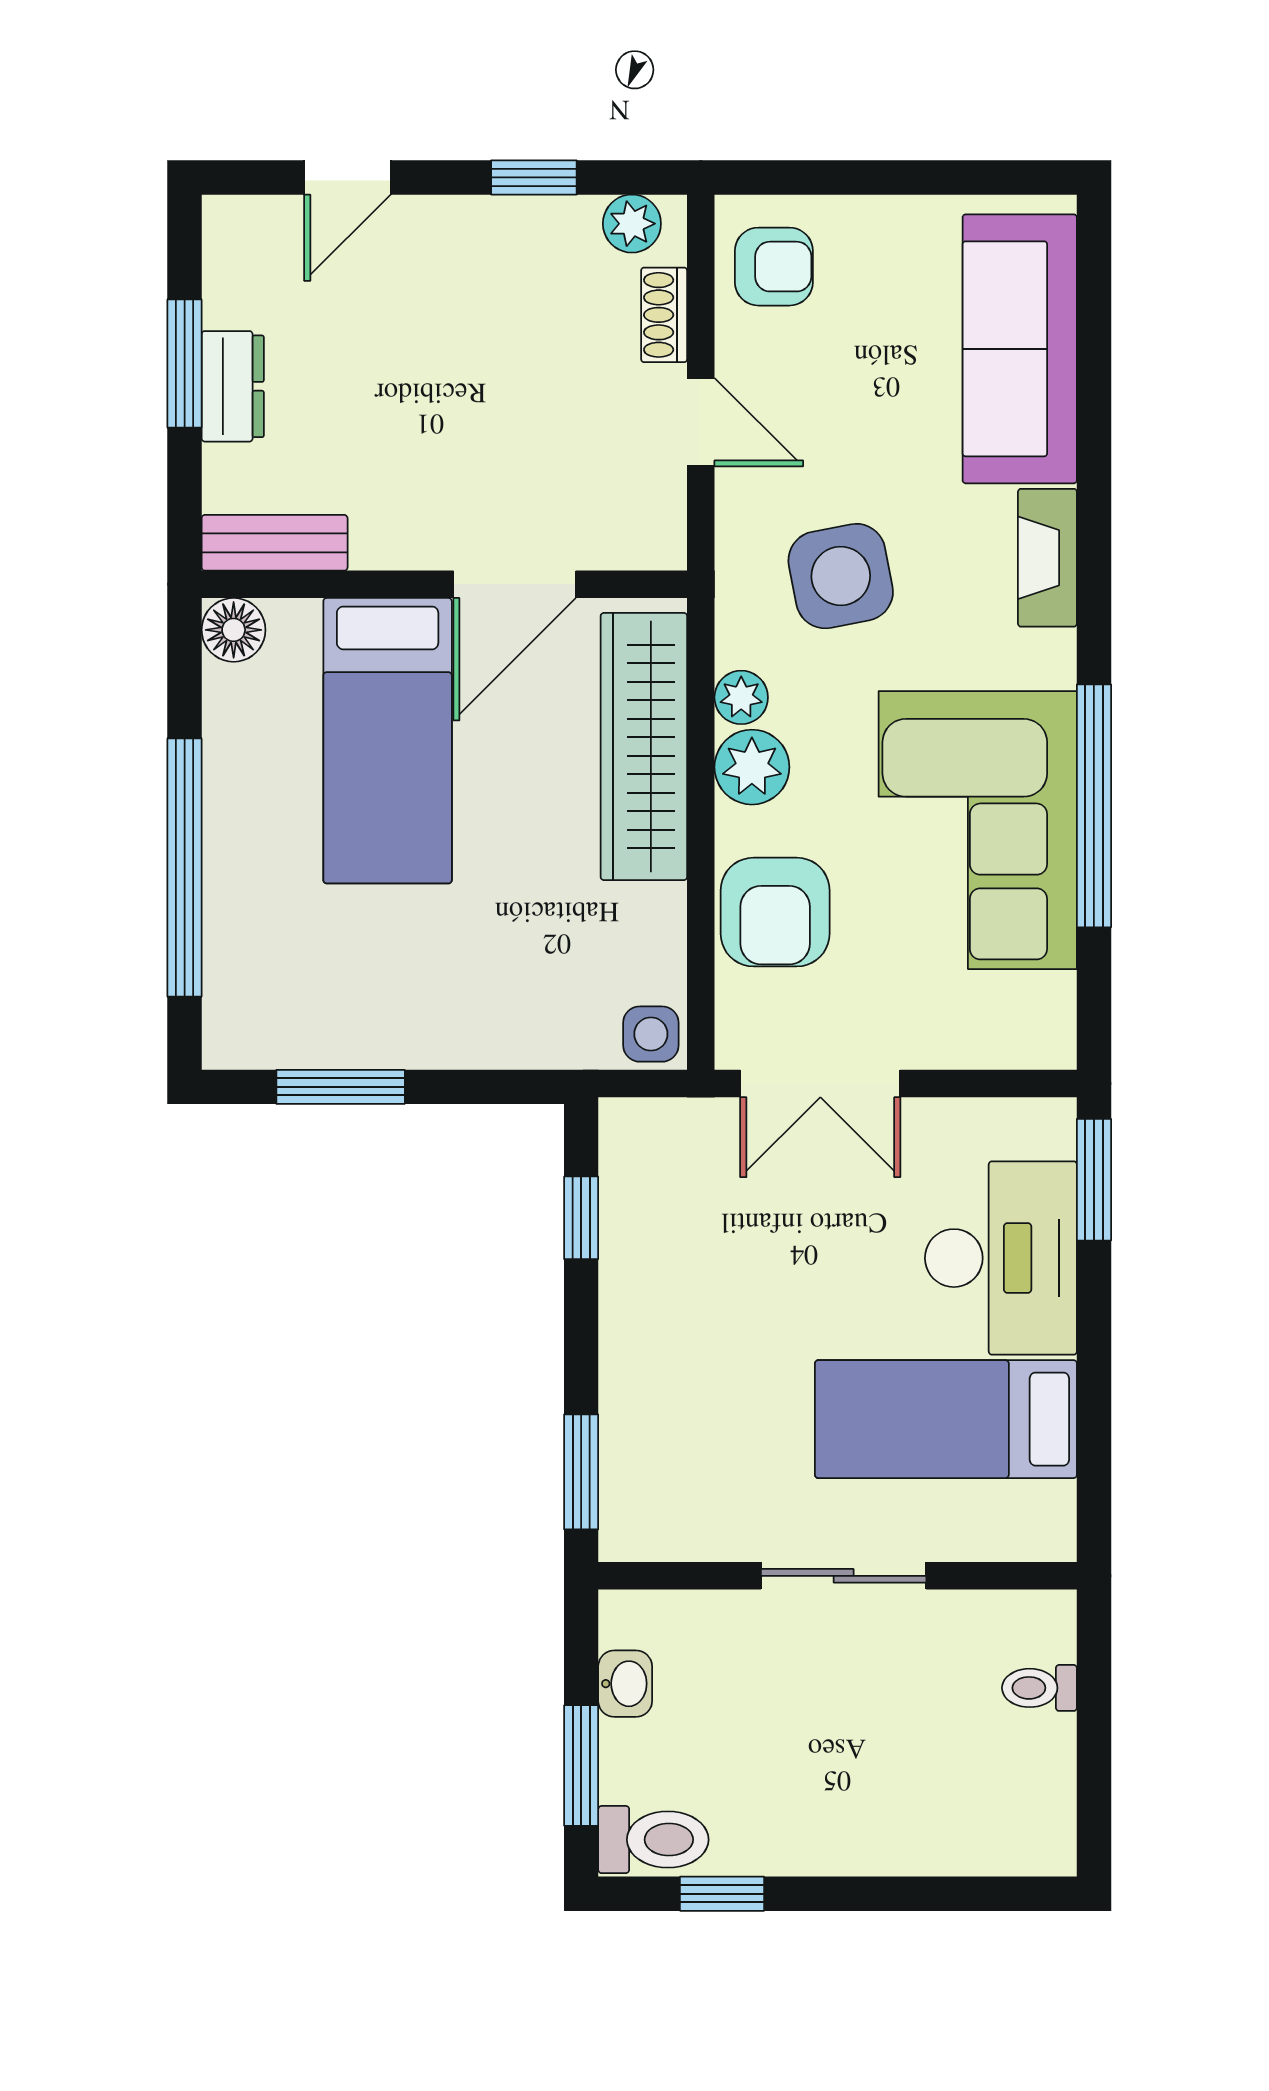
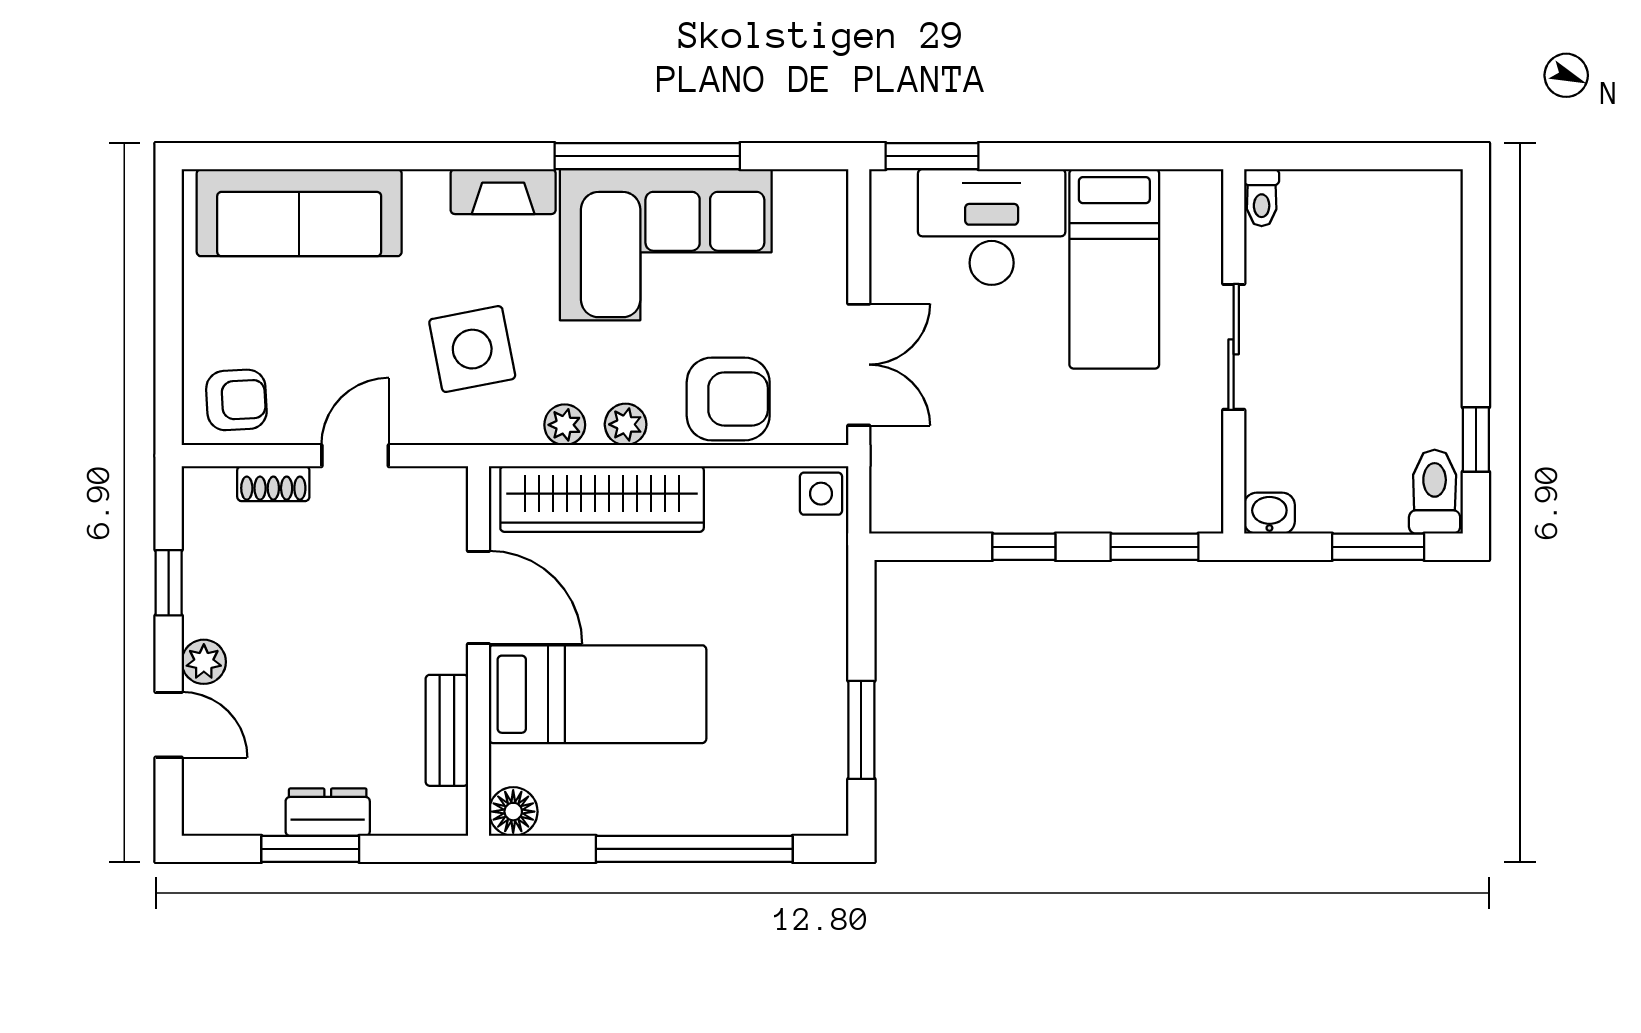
plant: (632, 224) -> (204, 662), moved
armchair: (774, 267) -> (236, 400), turned 87
bench: (275, 543) -> (447, 730), moved
fireplace: (1047, 558) -> (503, 192), moved
plant: (752, 767) -> (626, 424), width x0.73, depth x0.73
window: (581, 1218) -> (1024, 547), moved
washbasin: (625, 1684) -> (1269, 513), moved
toilet: (1039, 1688) -> (1262, 198), moved

